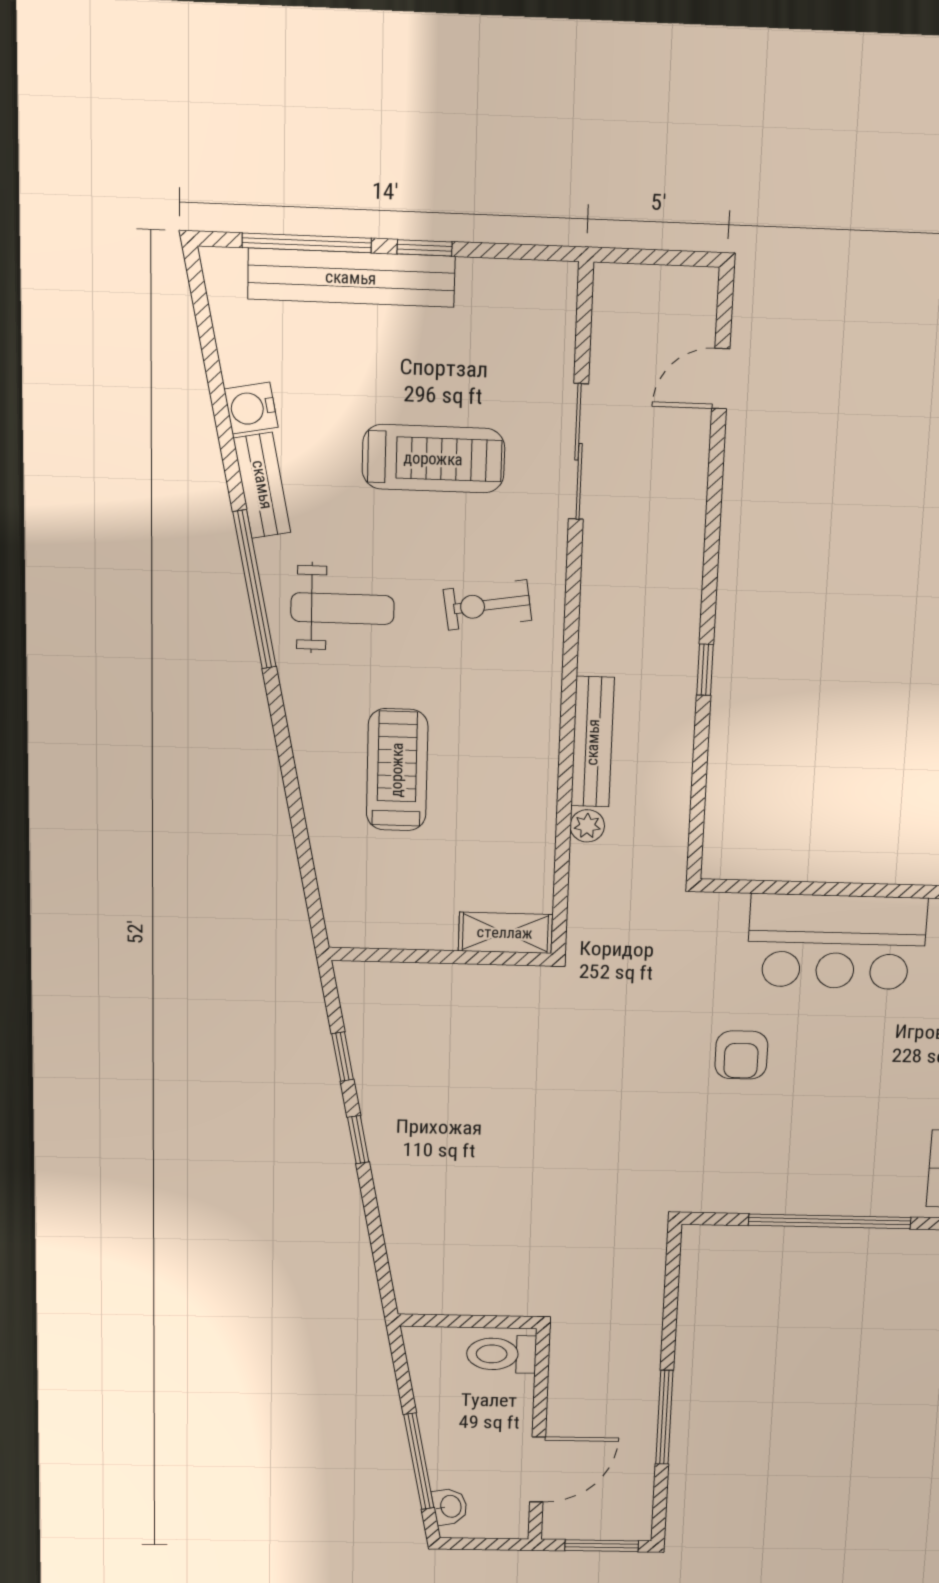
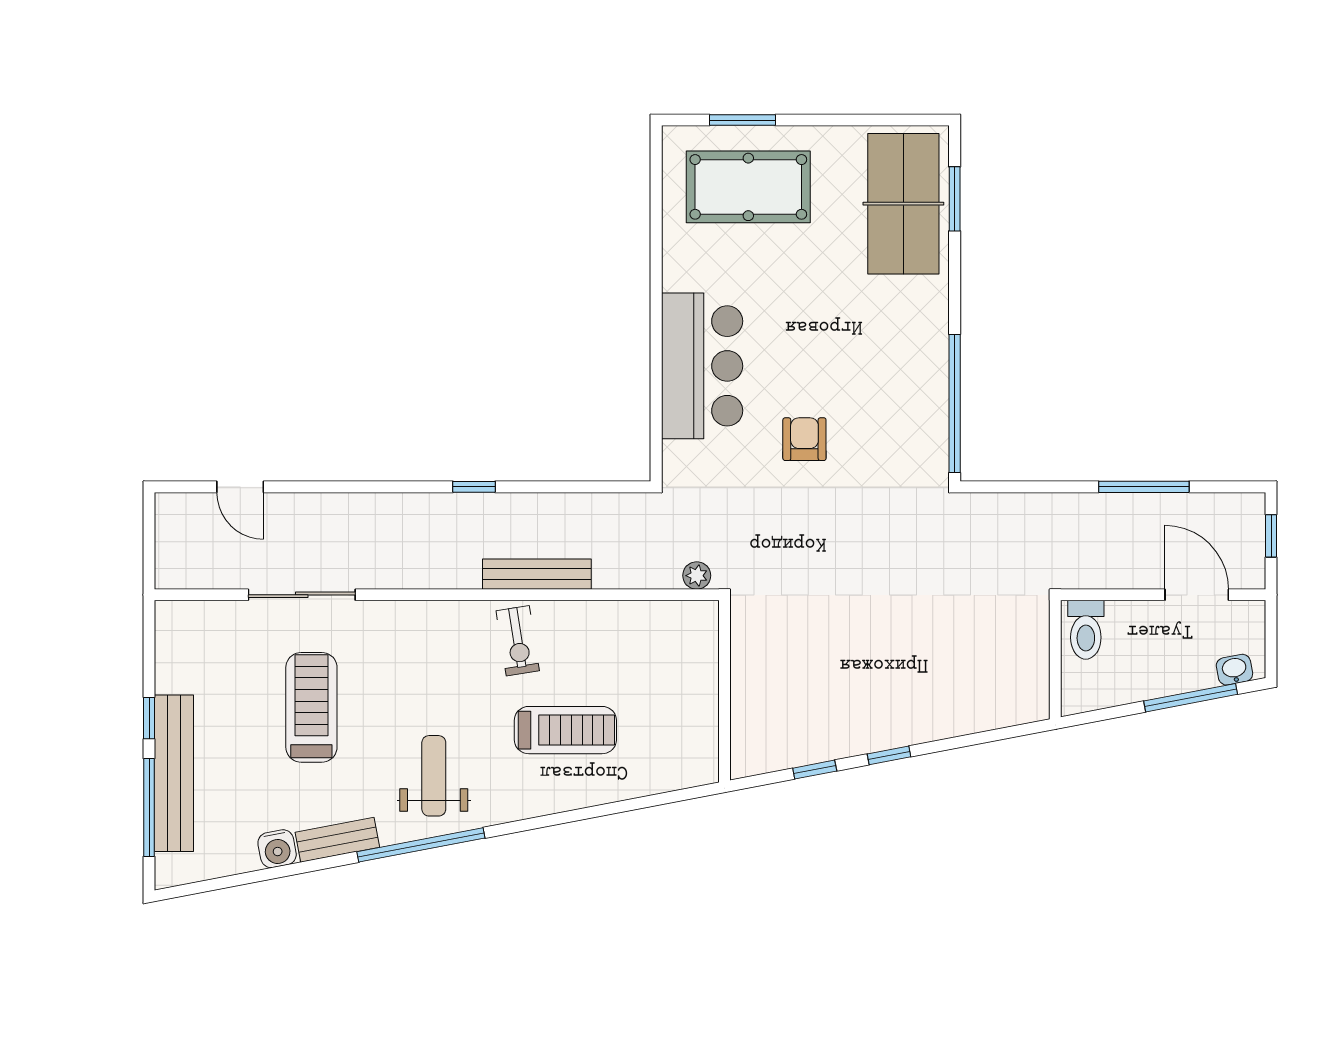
exercise bike: (488, 605) -> (518, 641), moved
treadmill: (397, 770) -> (565, 730), turned 180
plant: (587, 826) -> (697, 576), moved
shelving: (505, 933) -> (702, 639), removed
armchair: (741, 1055) -> (804, 439), turned -90
window: (830, 1221) -> (955, 403), moved
window: (602, 1546) -> (1271, 536), width x0.67

